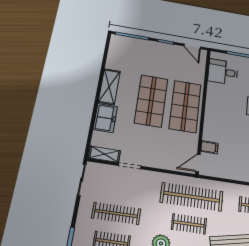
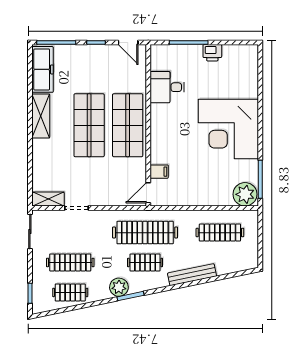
desk: (223, 72) -> (167, 87), moved
freezer: (105, 118) -> (42, 69), moved, width x1.40

